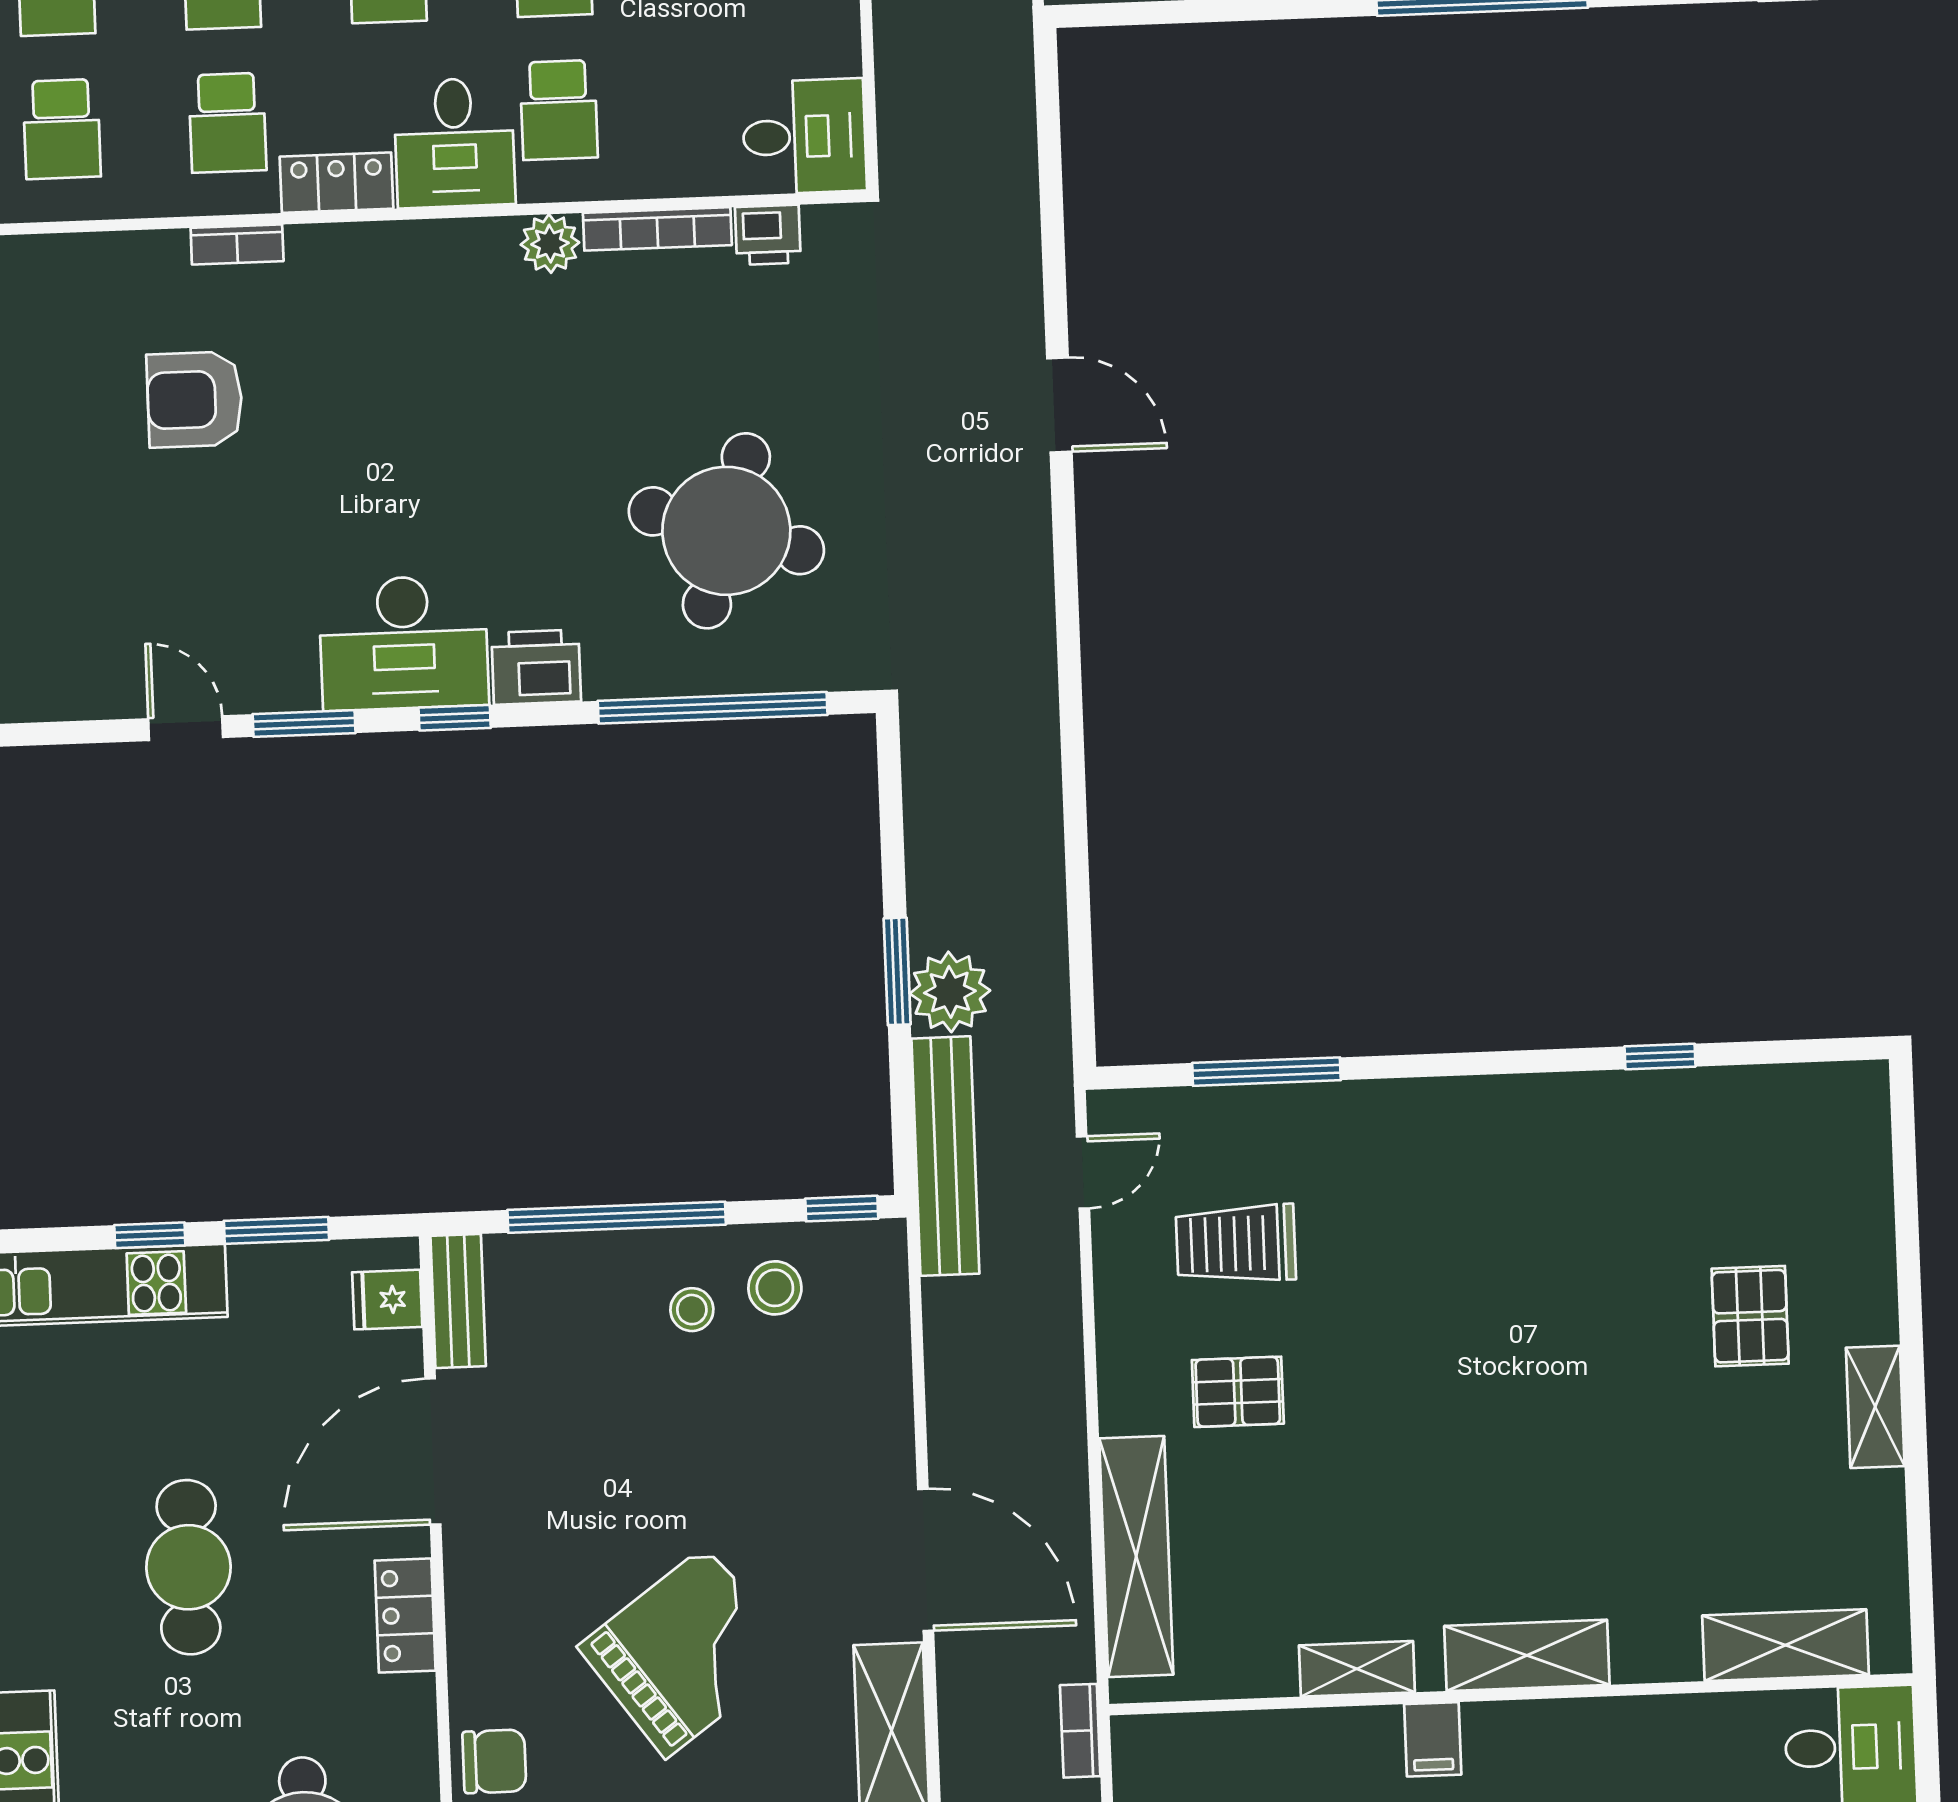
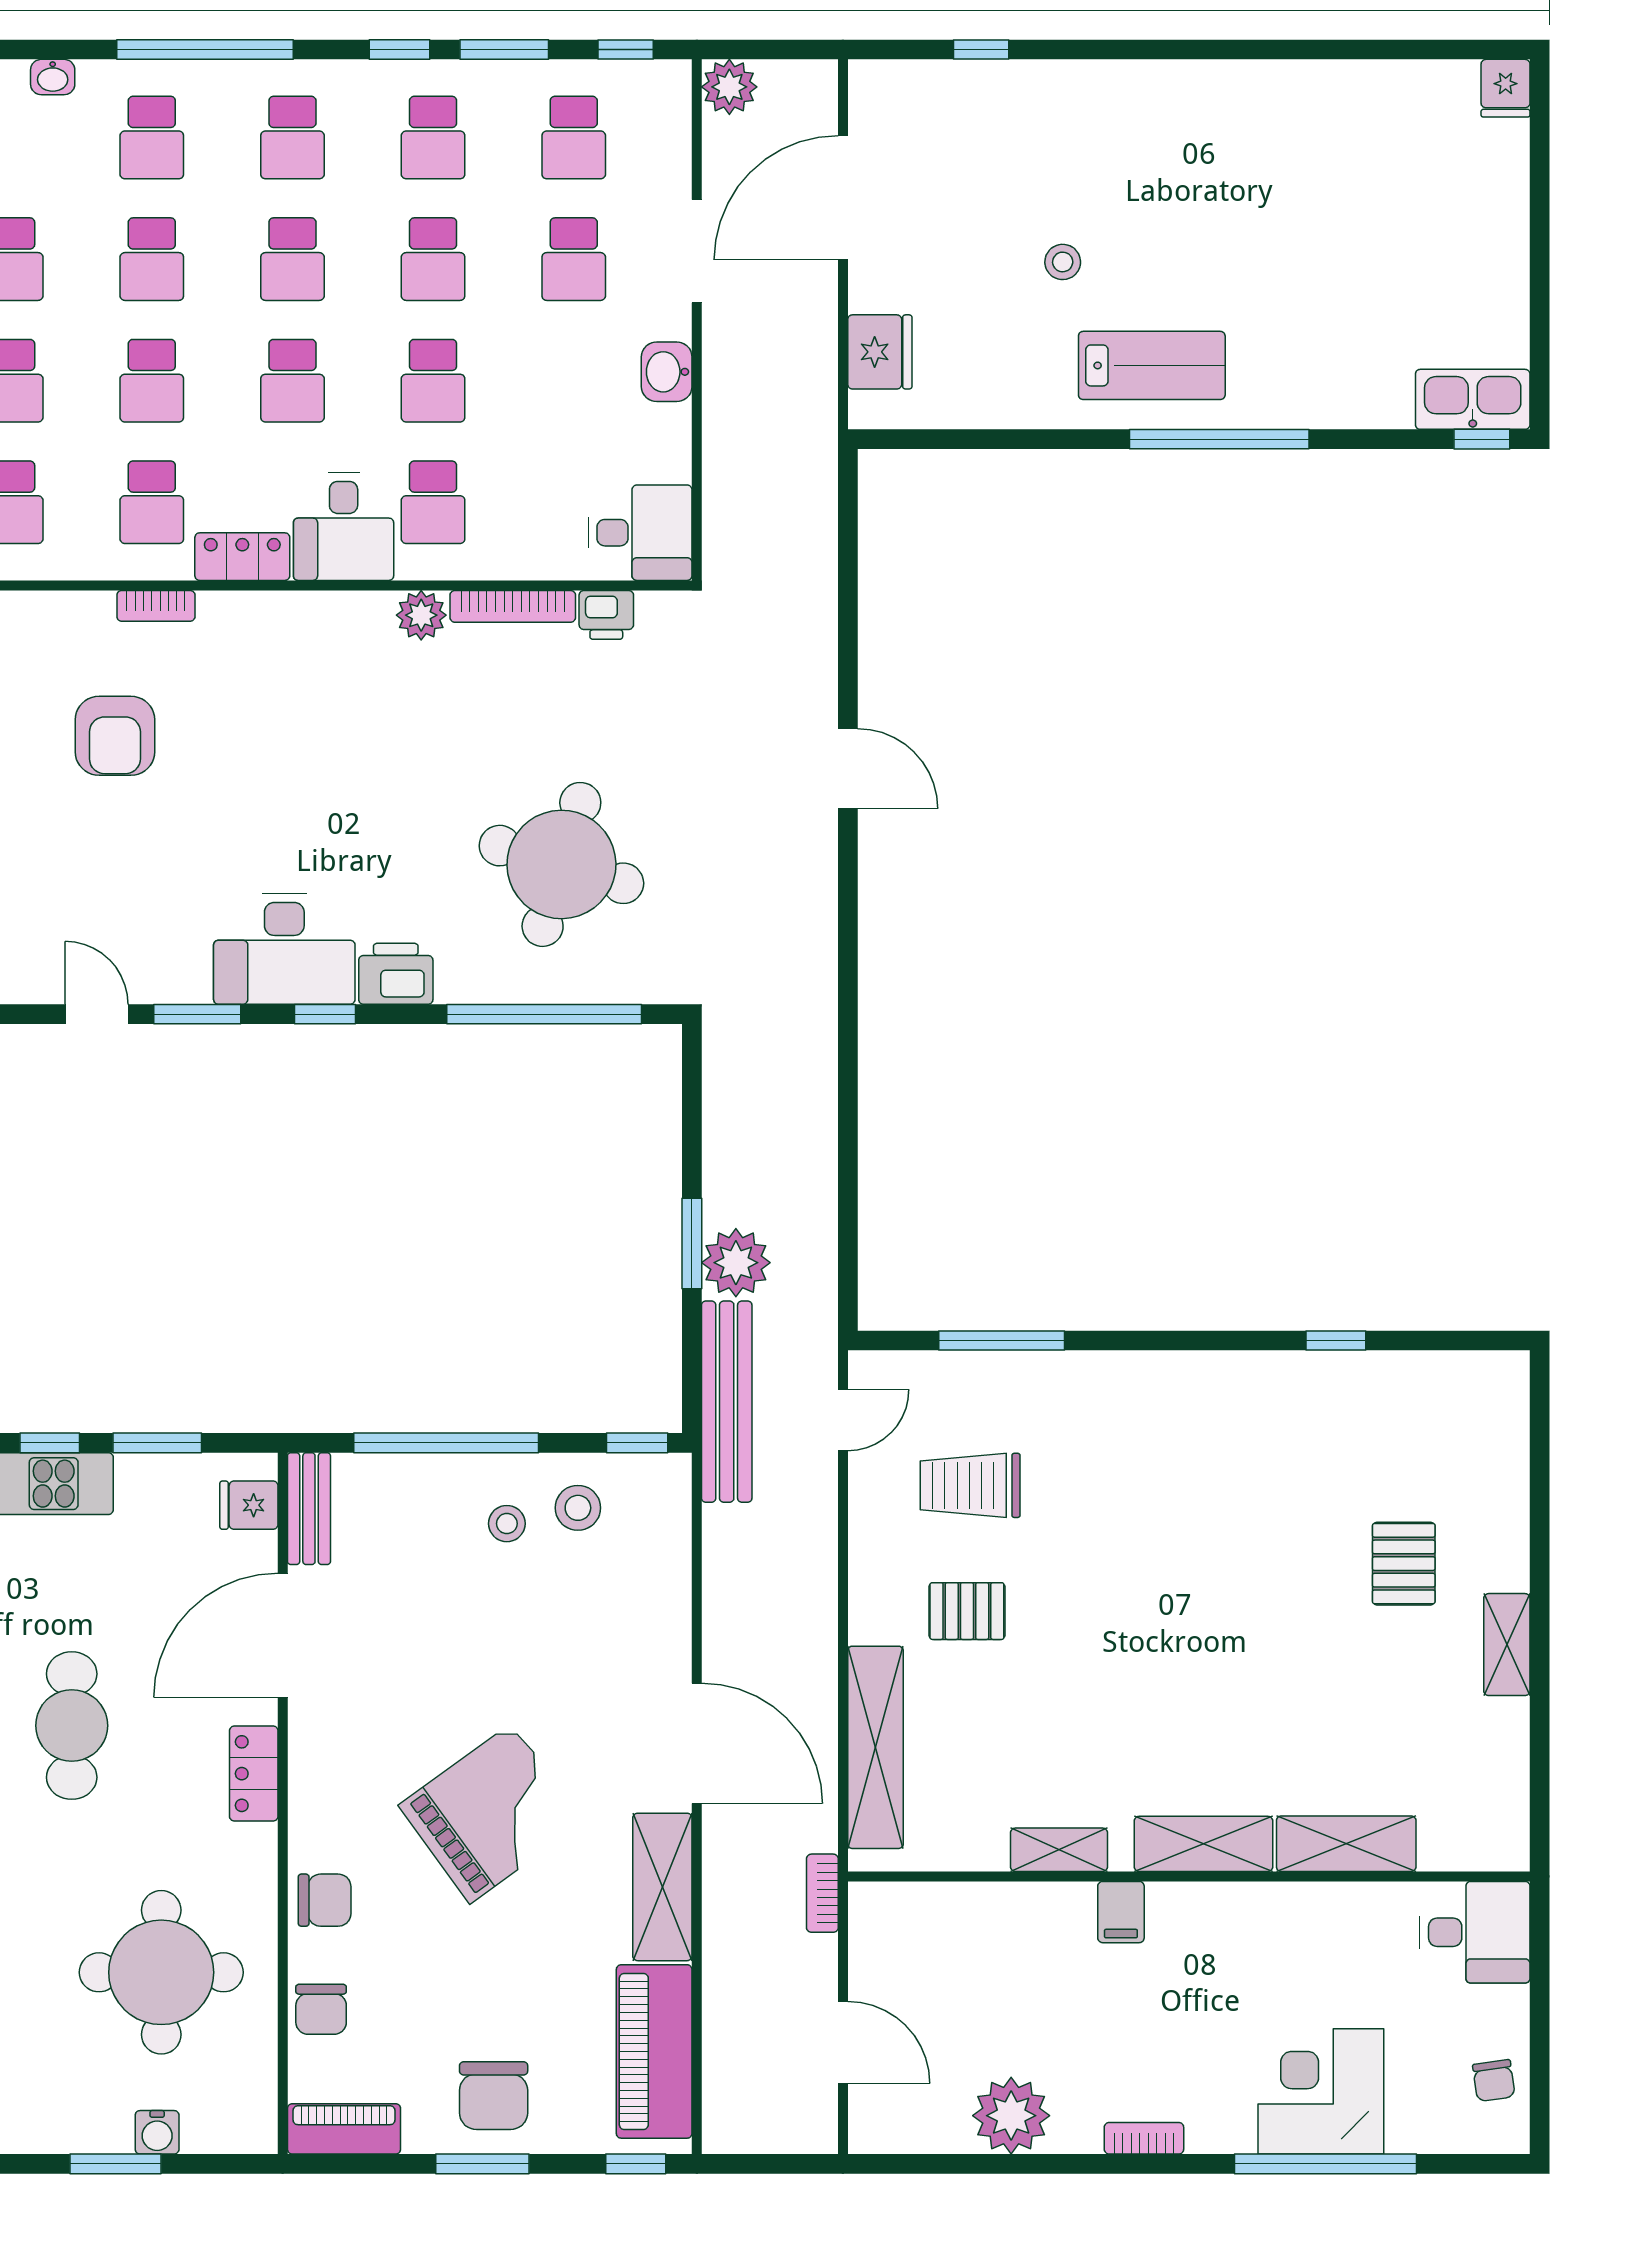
armchair: (195, 399) -> (115, 736), turned -90
shelving: (1786, 1645) -> (1346, 1844), moved

